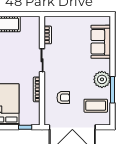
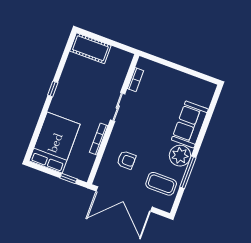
sofa: (101, 42) -> (190, 124), moved

